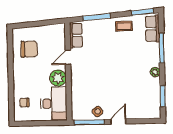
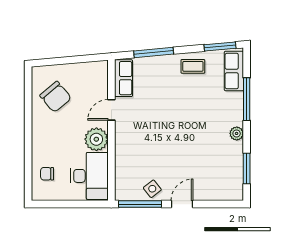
chair: (29, 49) -> (56, 97), turned 50

